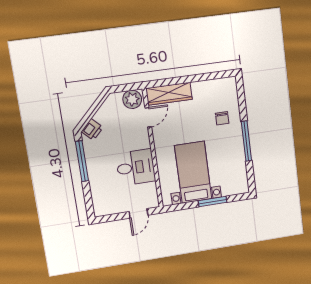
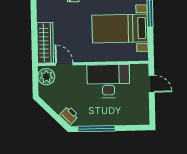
desk: (136, 167) -> (108, 81), width x1.37

